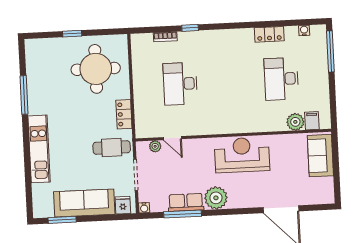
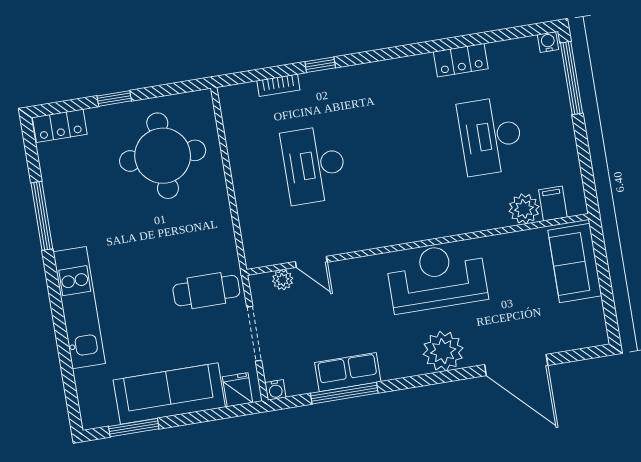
water cooler: (304, 30) -> (548, 42), moved
locker: (124, 114) -> (60, 126), moved, turned -90
plant: (216, 198) -> (443, 351), moved

